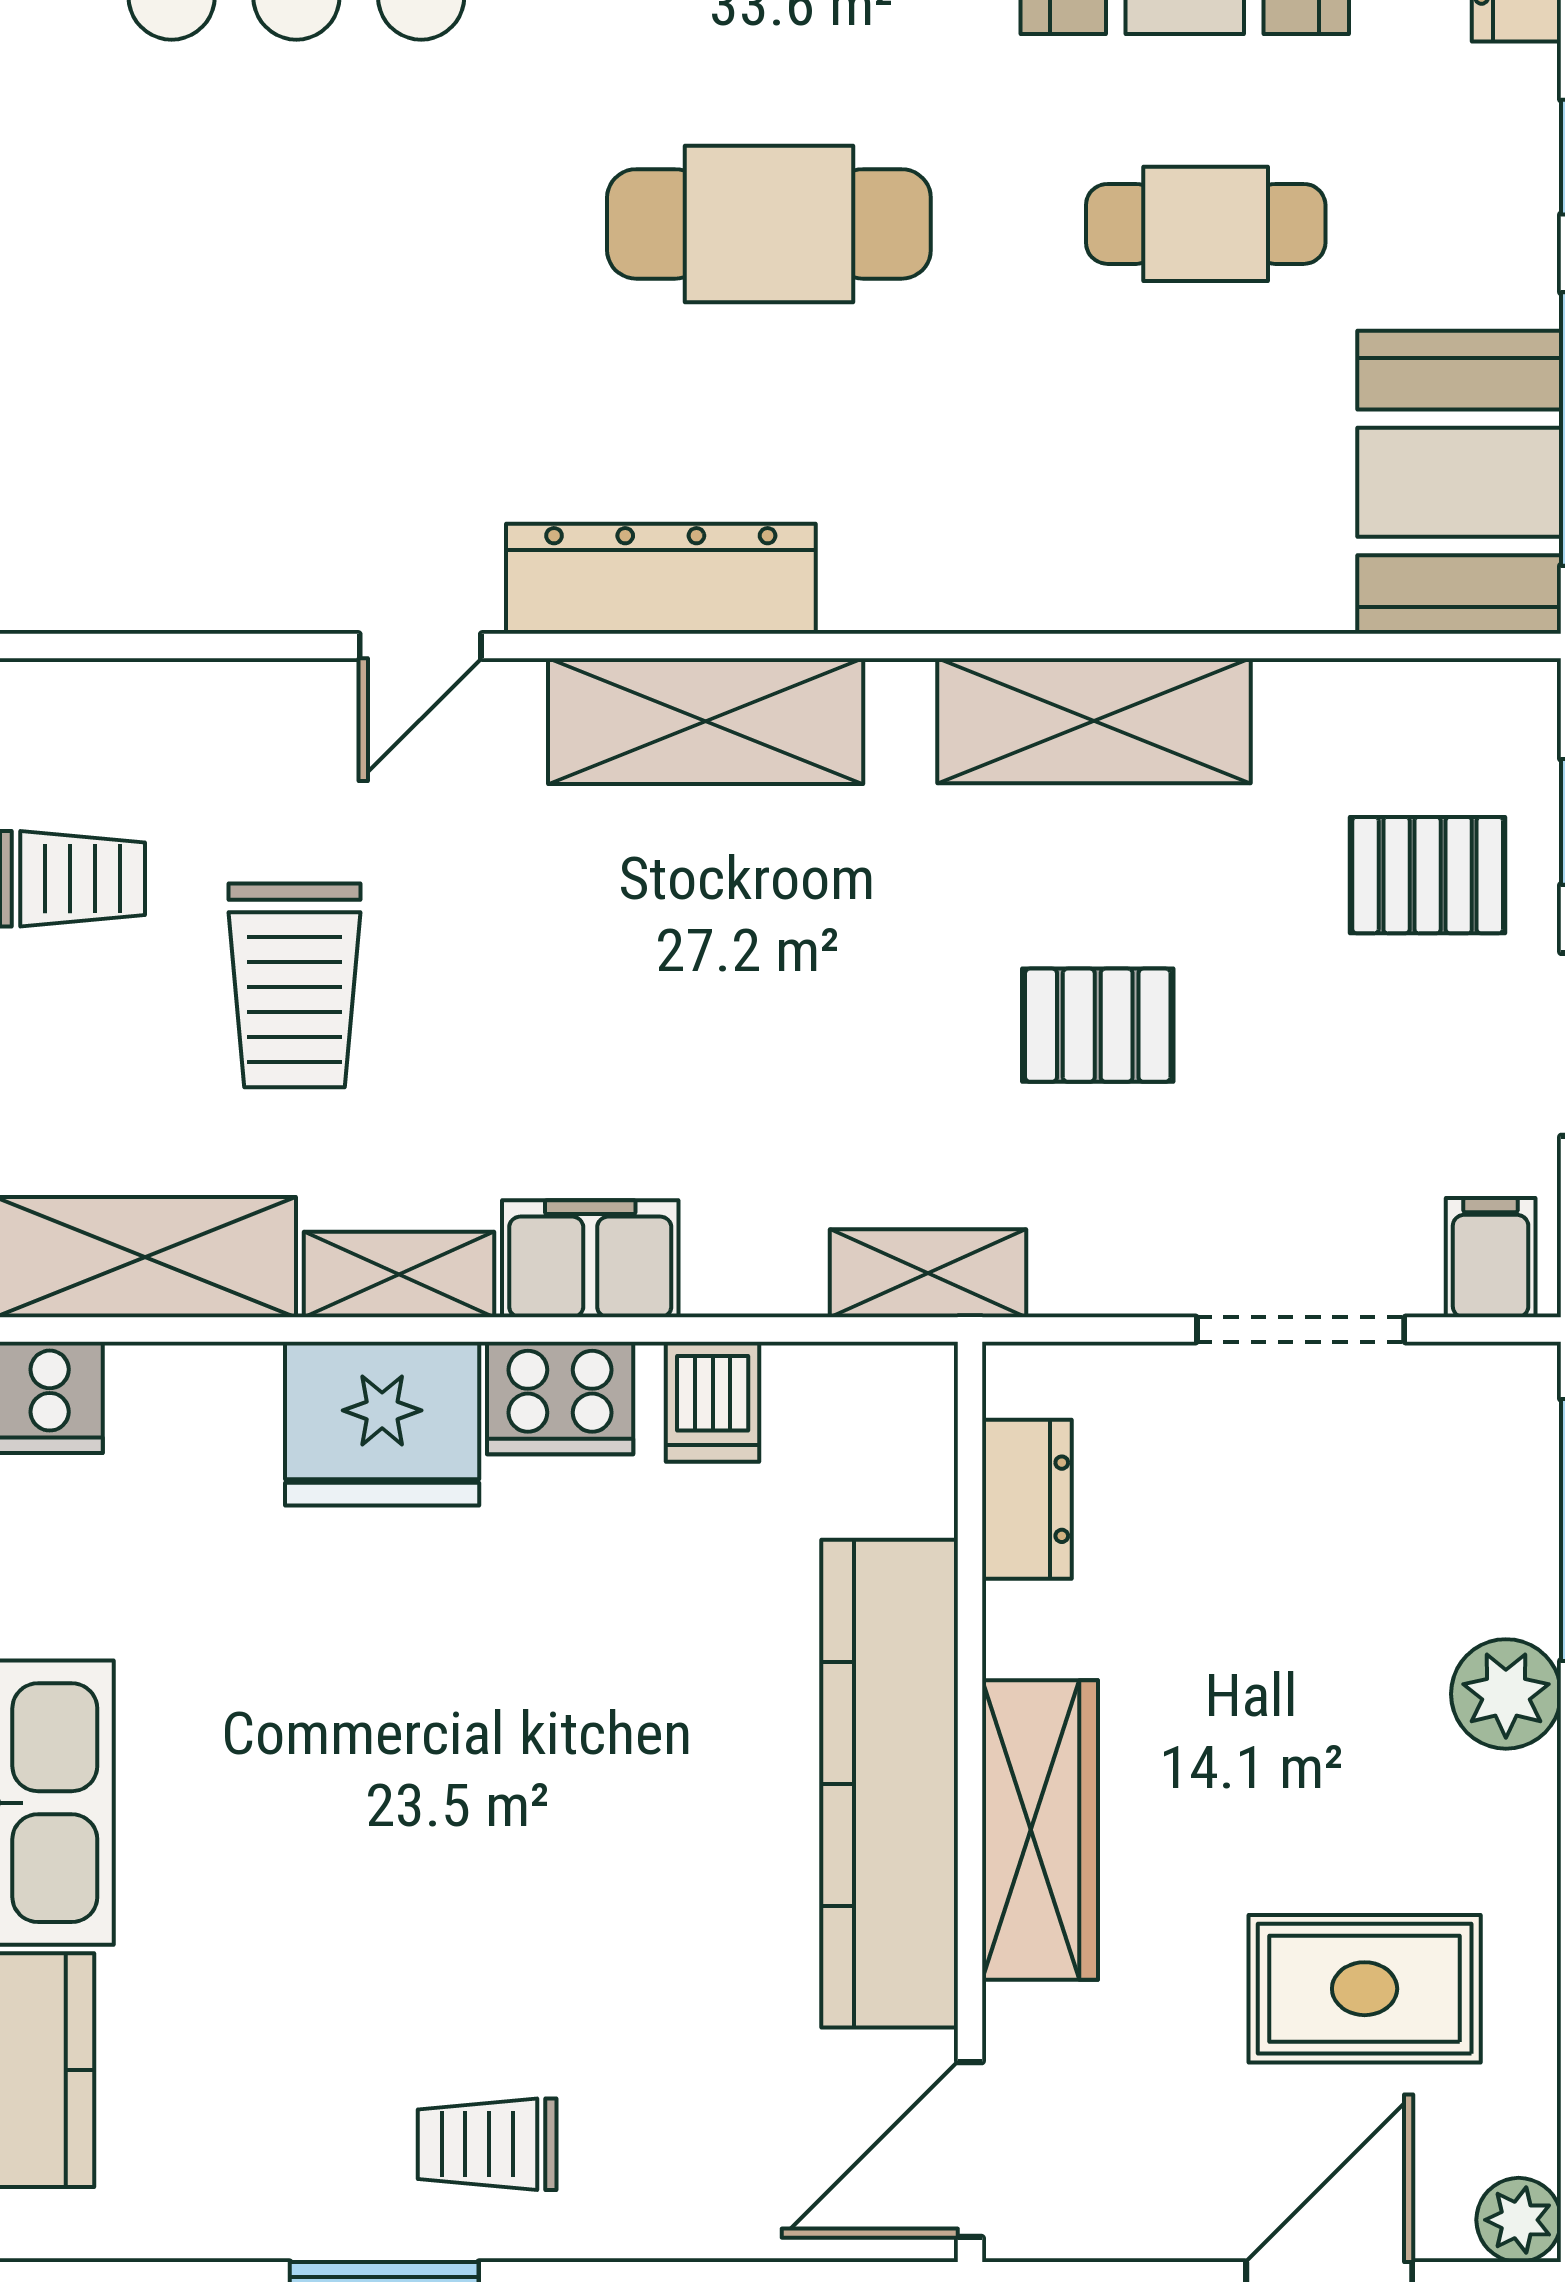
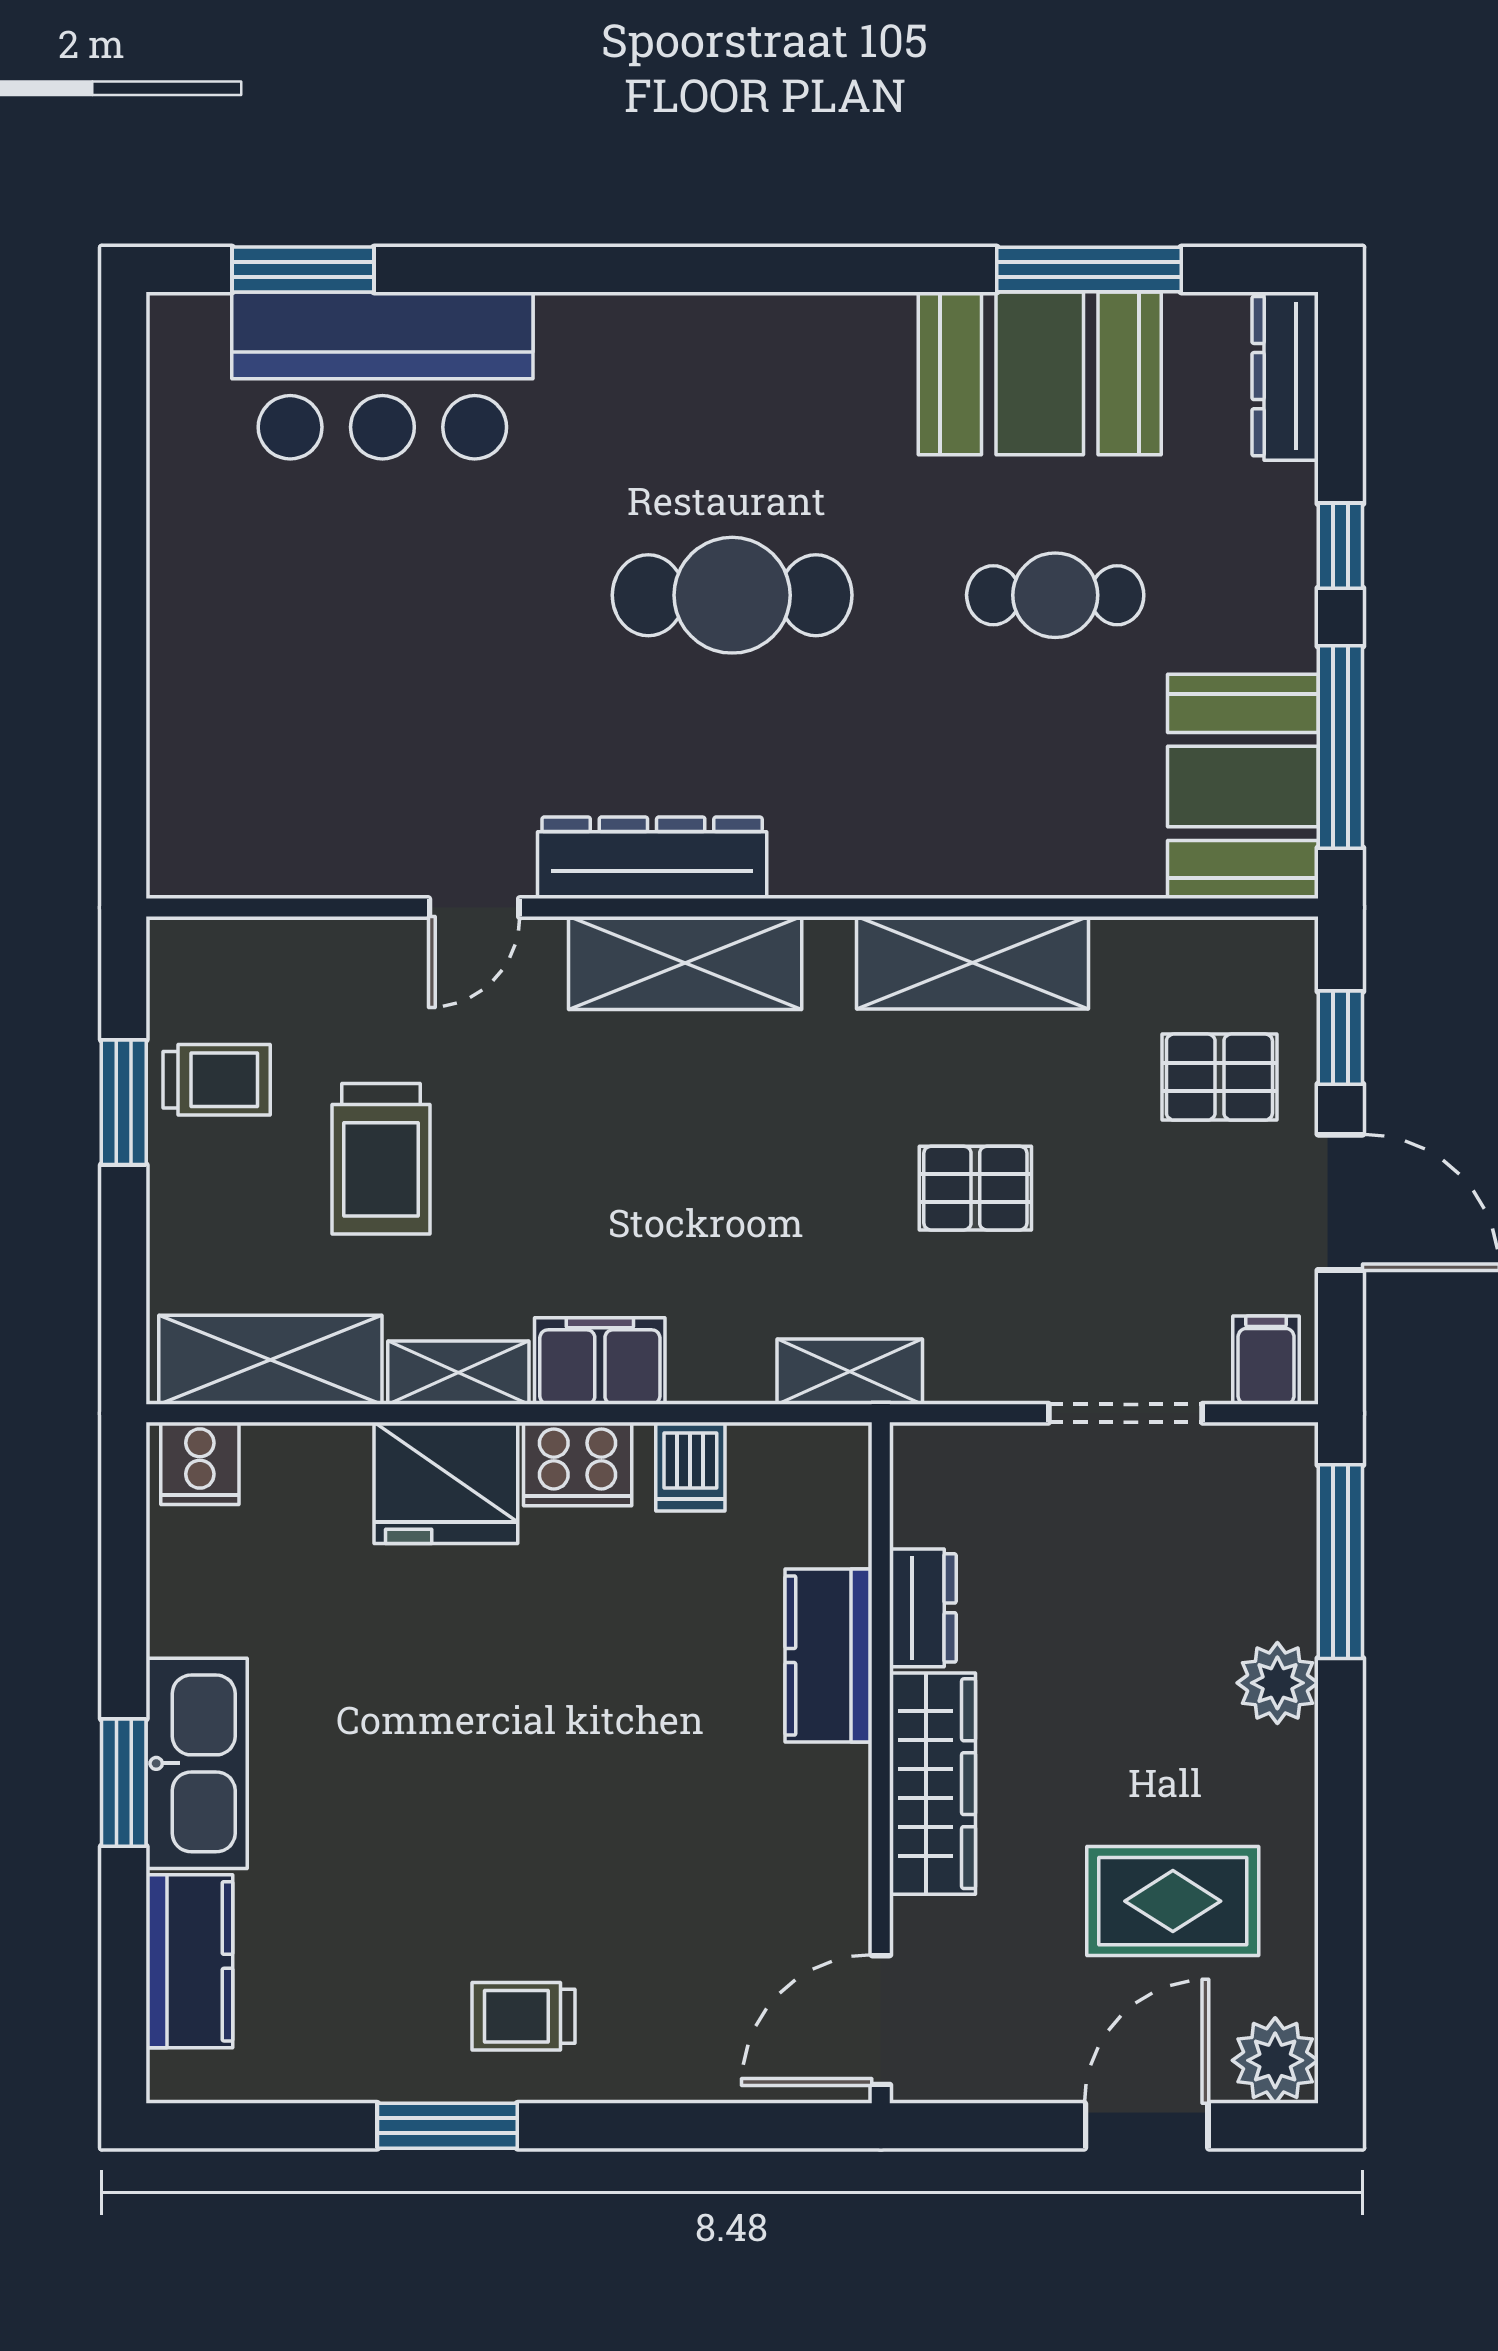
dresser: (1027, 1499) -> (923, 1608), moved
kitchen counter: (890, 1784) -> (829, 1655), width x0.48, depth x0.86
plant: (1519, 2220) -> (1275, 2060), width x1.38, depth x1.38

